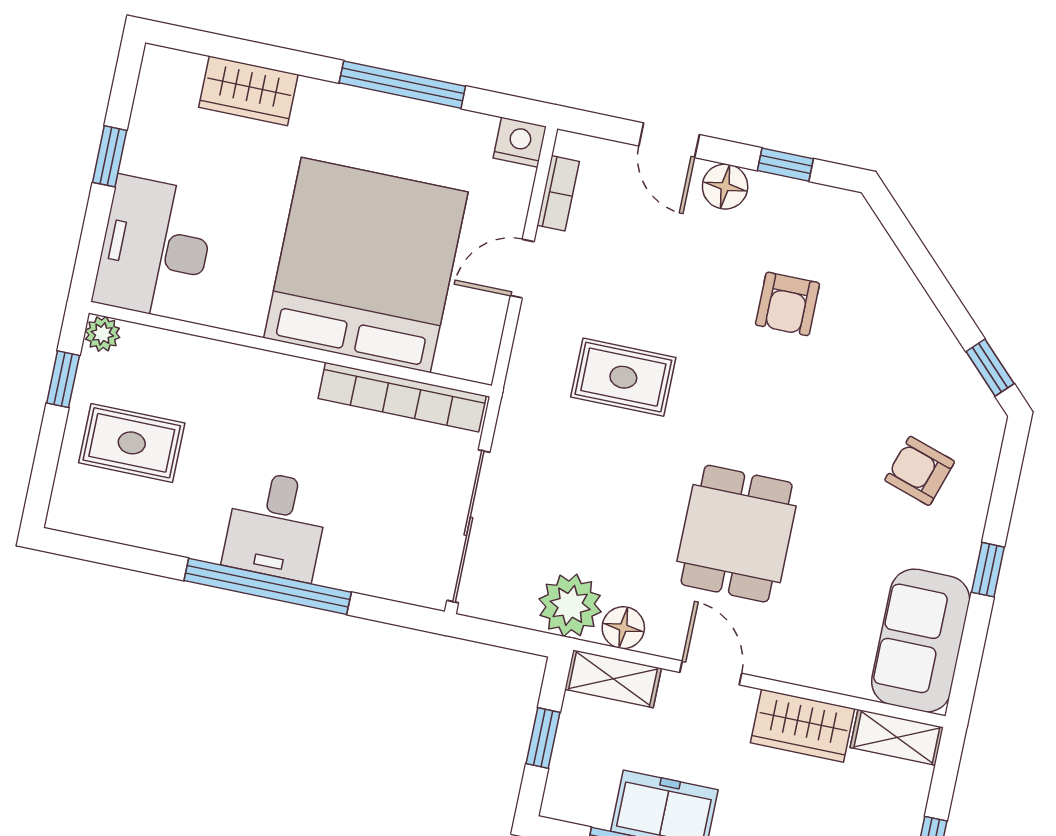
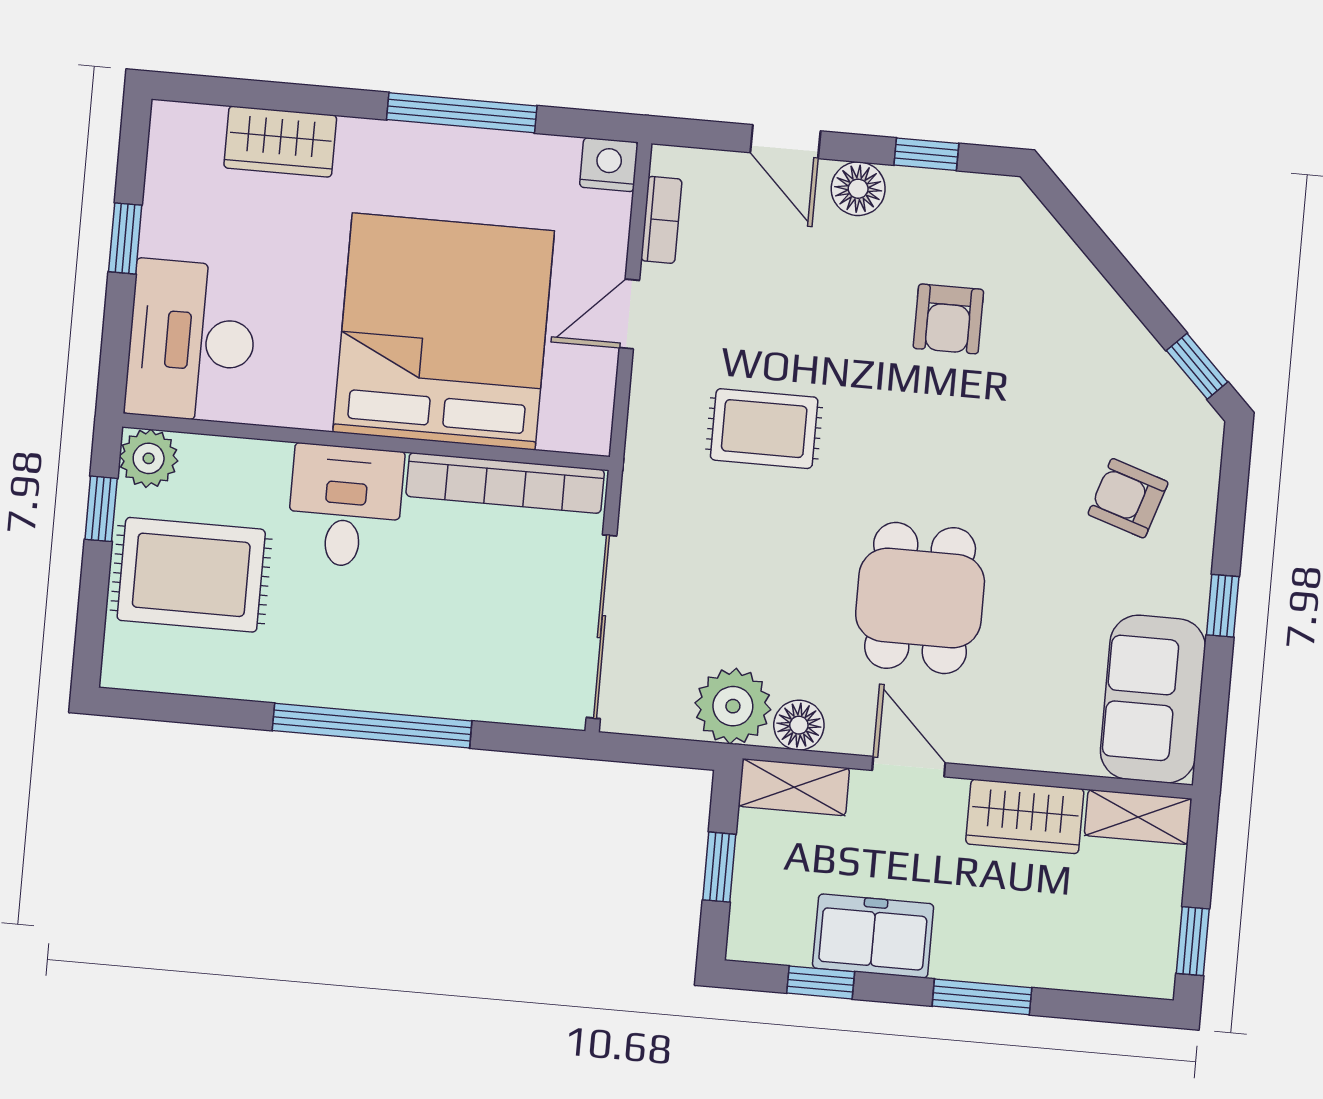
plant: (102, 334) -> (149, 458), width x1.38, depth x1.38
rug: (132, 443) -> (191, 575), width x1.36, depth x1.43
desk: (276, 526) -> (345, 506), moved, turned 180

